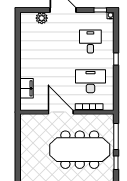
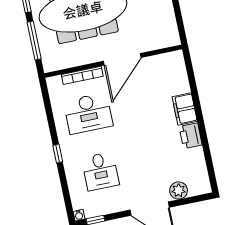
printer: (26, 52) -> (191, 136), added
filing cabinet: (26, 88) -> (185, 109), moved
door: (61, 112) -> (122, 59), hinge flipped

